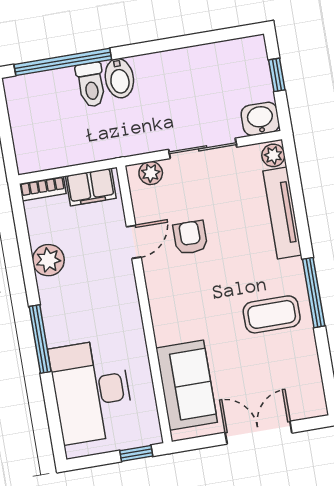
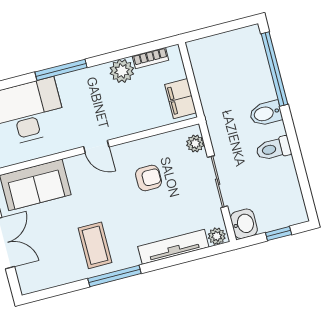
toilet: (91, 85) -> (274, 149), moved
bookcase: (43, 189) -> (150, 58), moved, turned -90
door: (134, 242) -> (96, 147), moved

